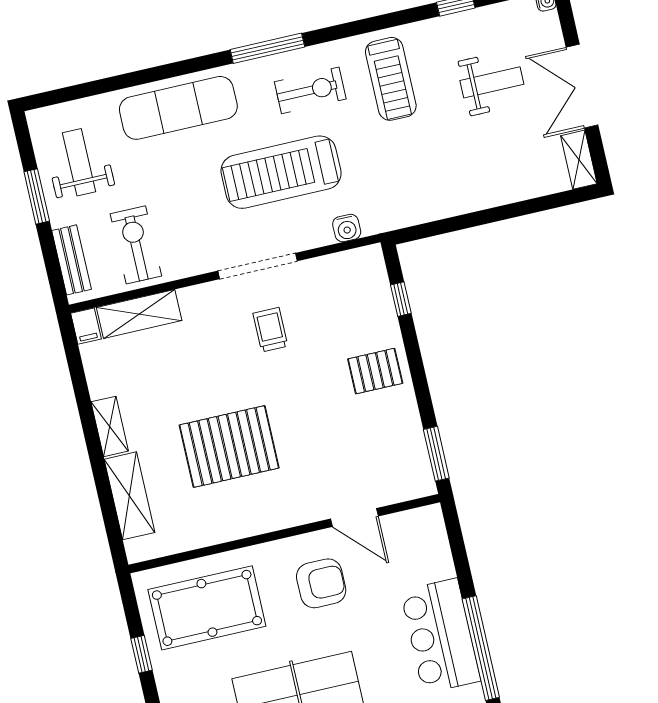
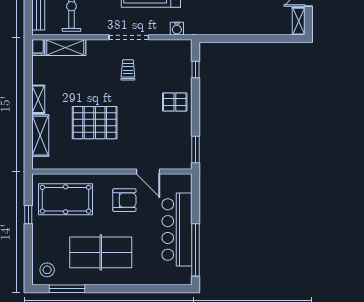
bar counter: (440, 636) -> (177, 230), width x1.36

